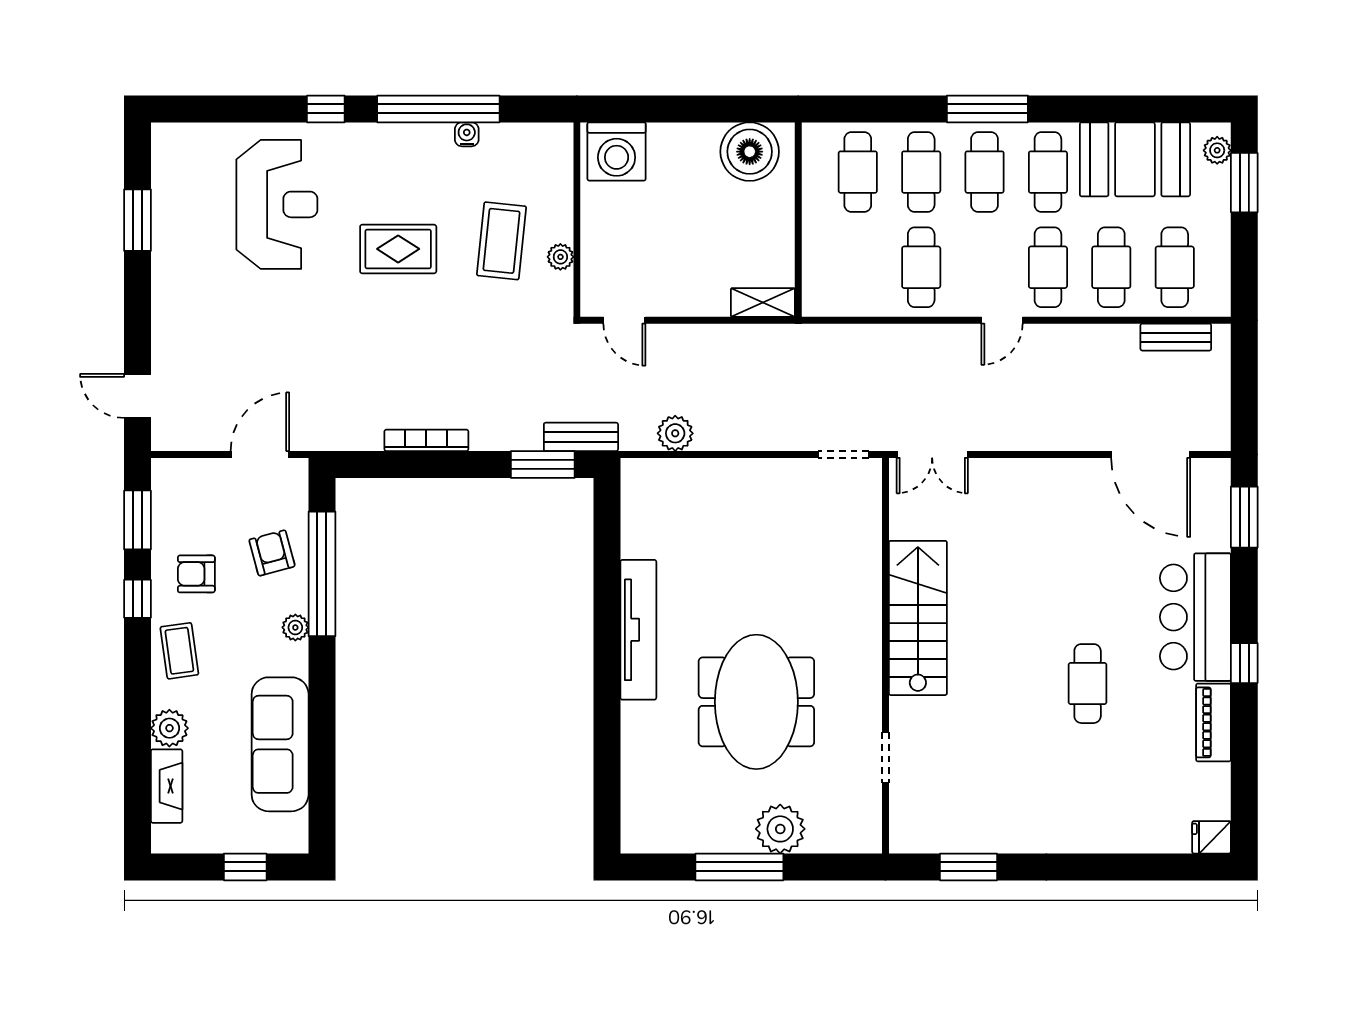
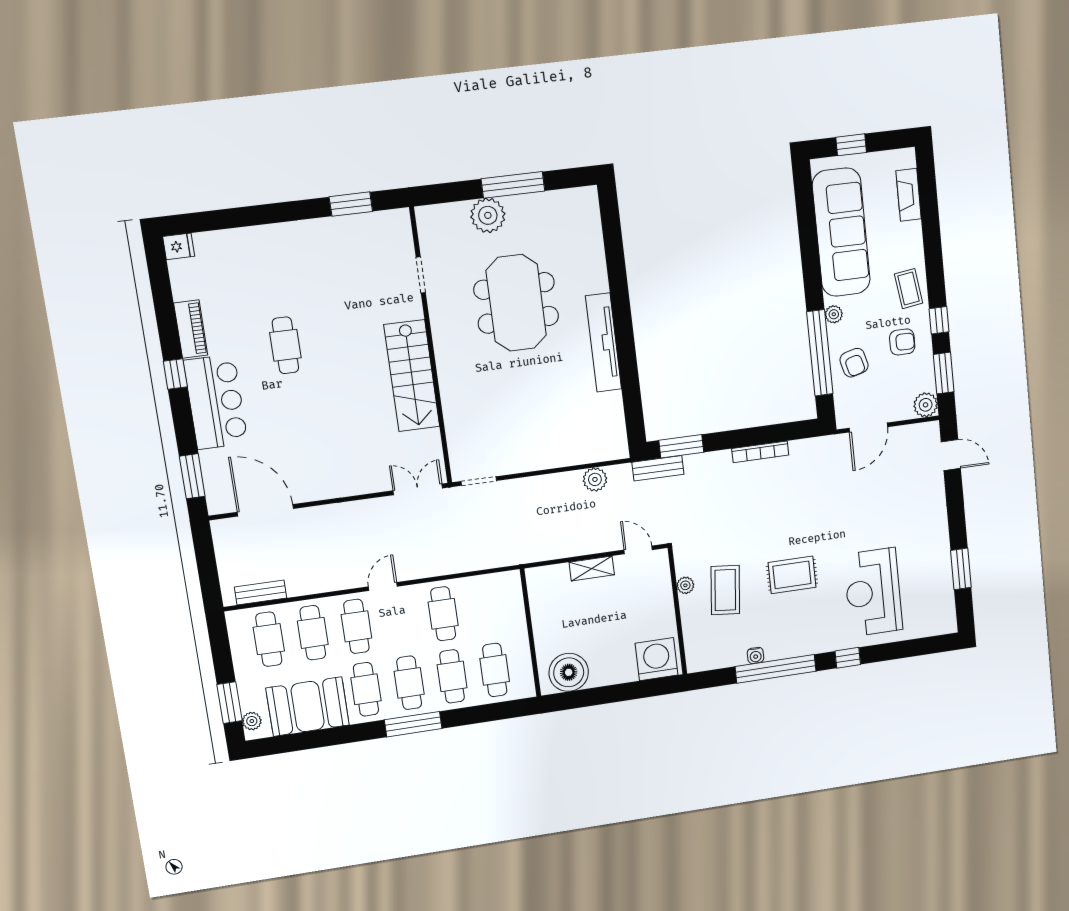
shelving: (763, 302) -> (592, 568), moved
plant: (169, 728) -> (926, 405), moved
sofa: (280, 744) -> (841, 232), width x1.36, depth x1.27

